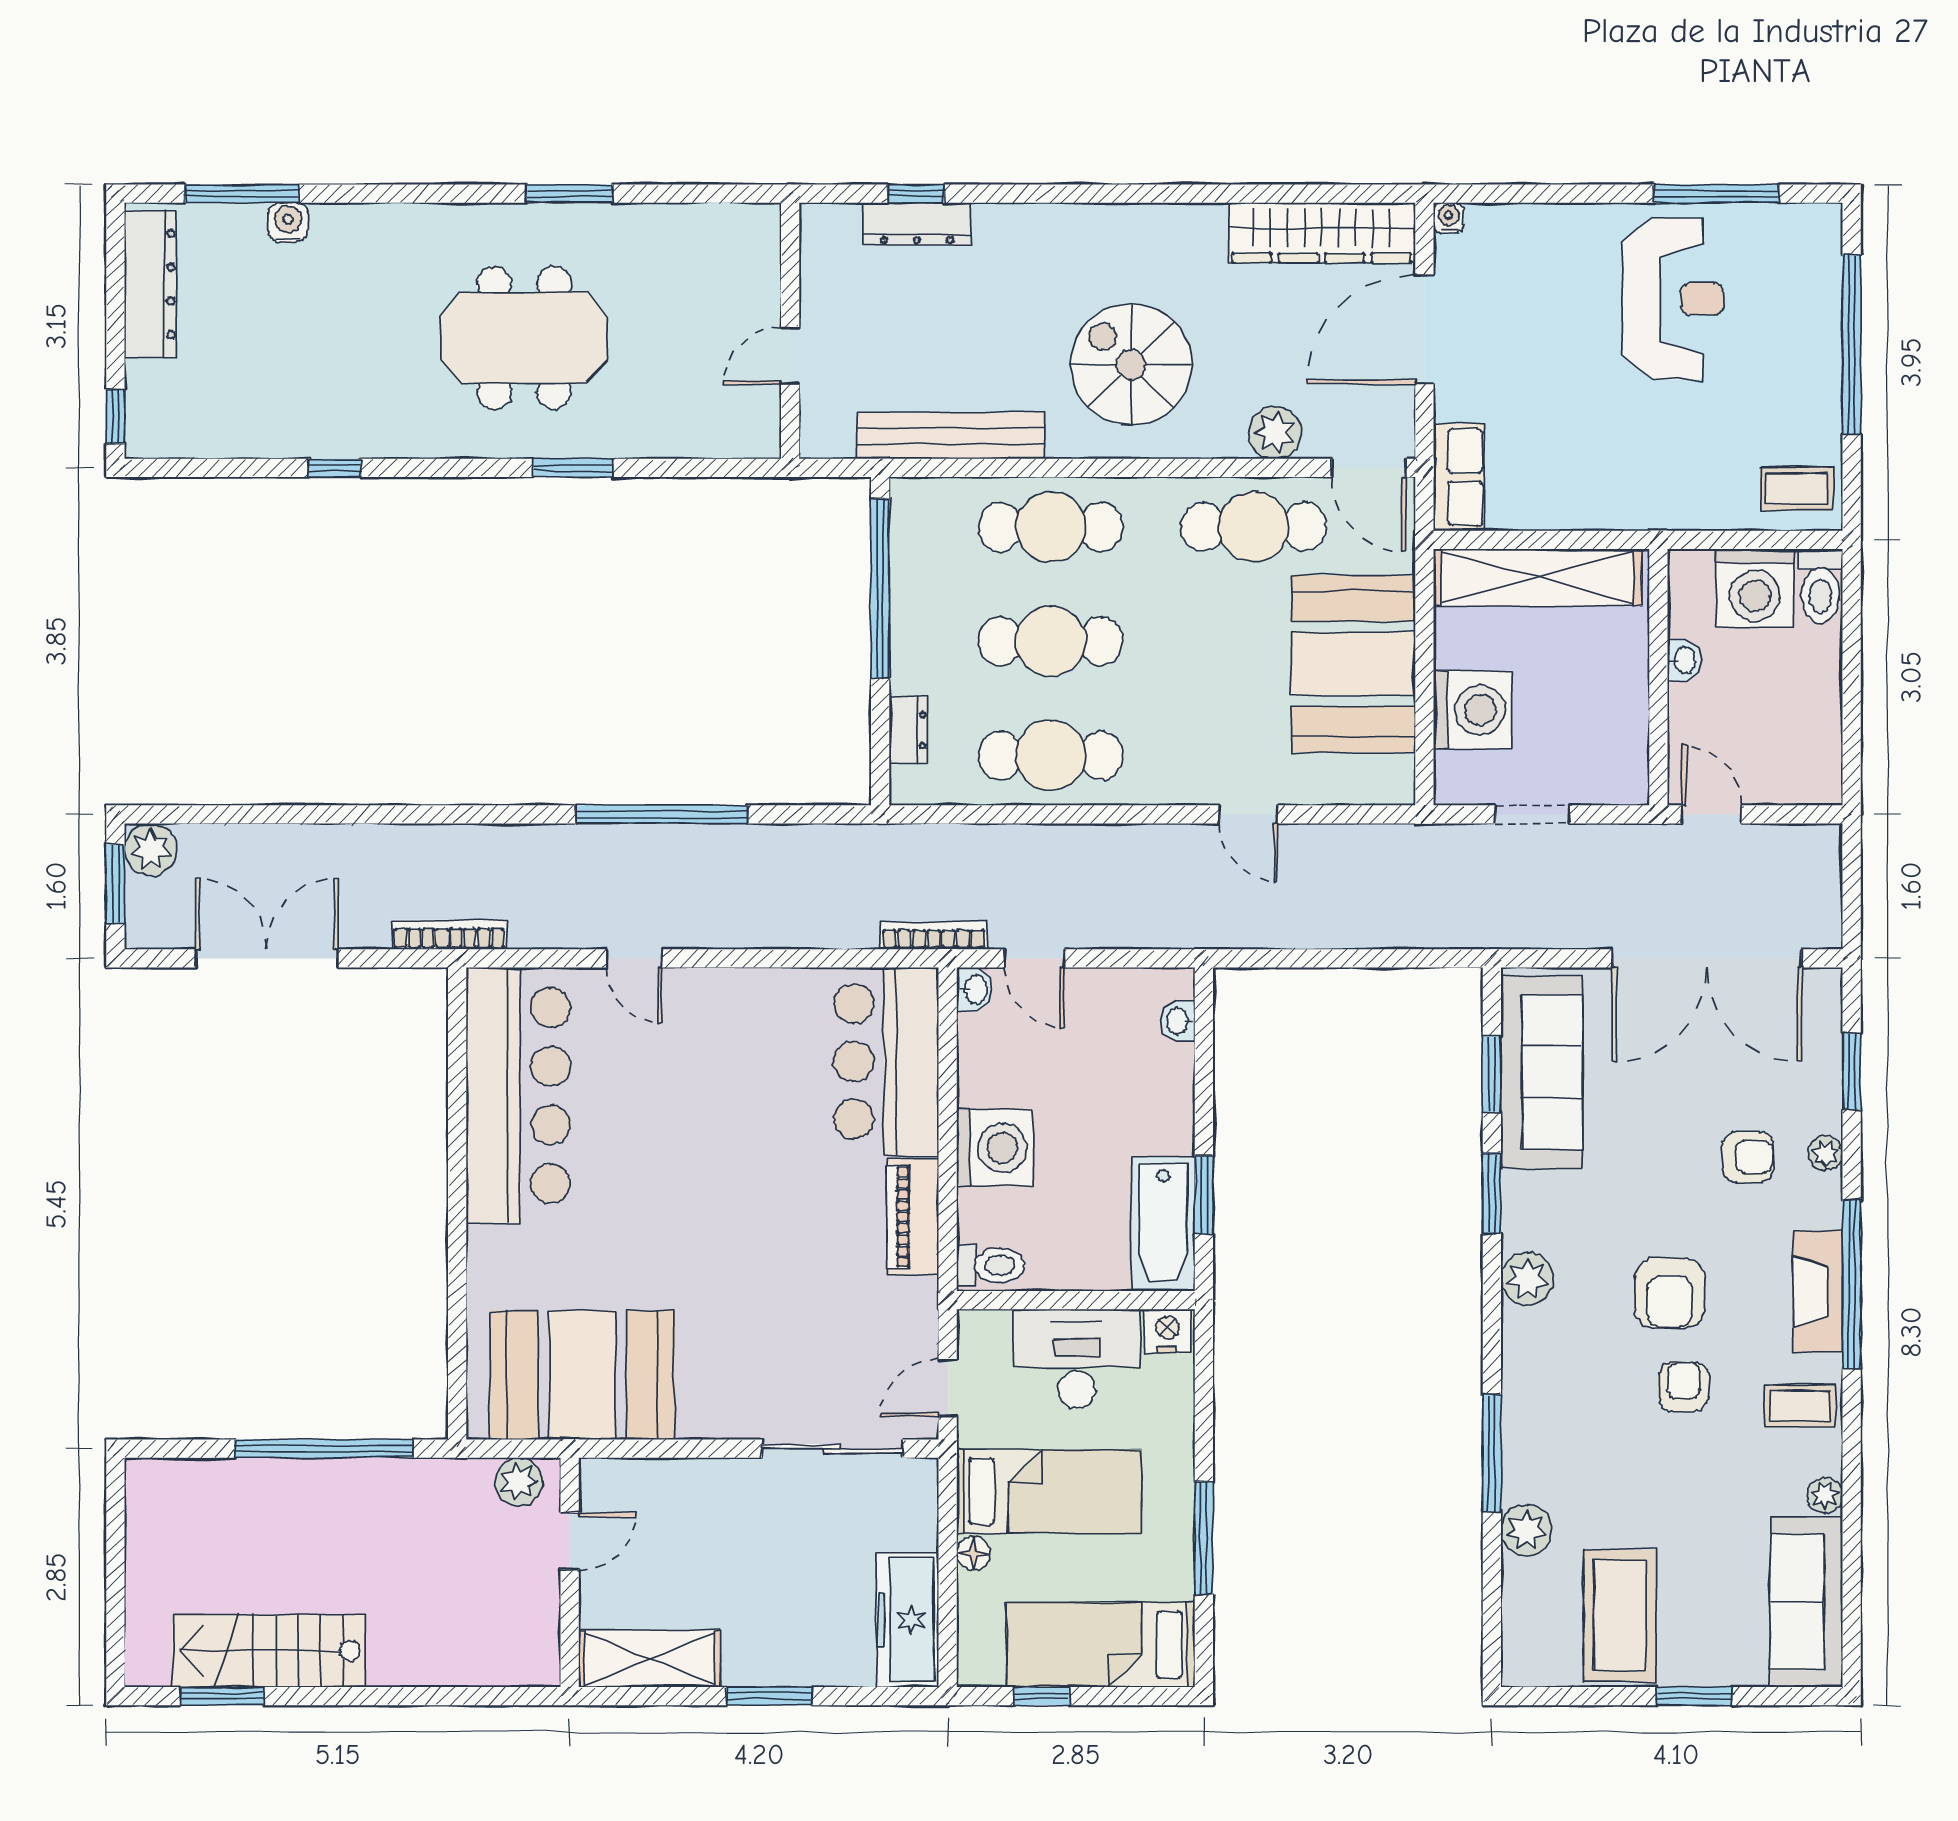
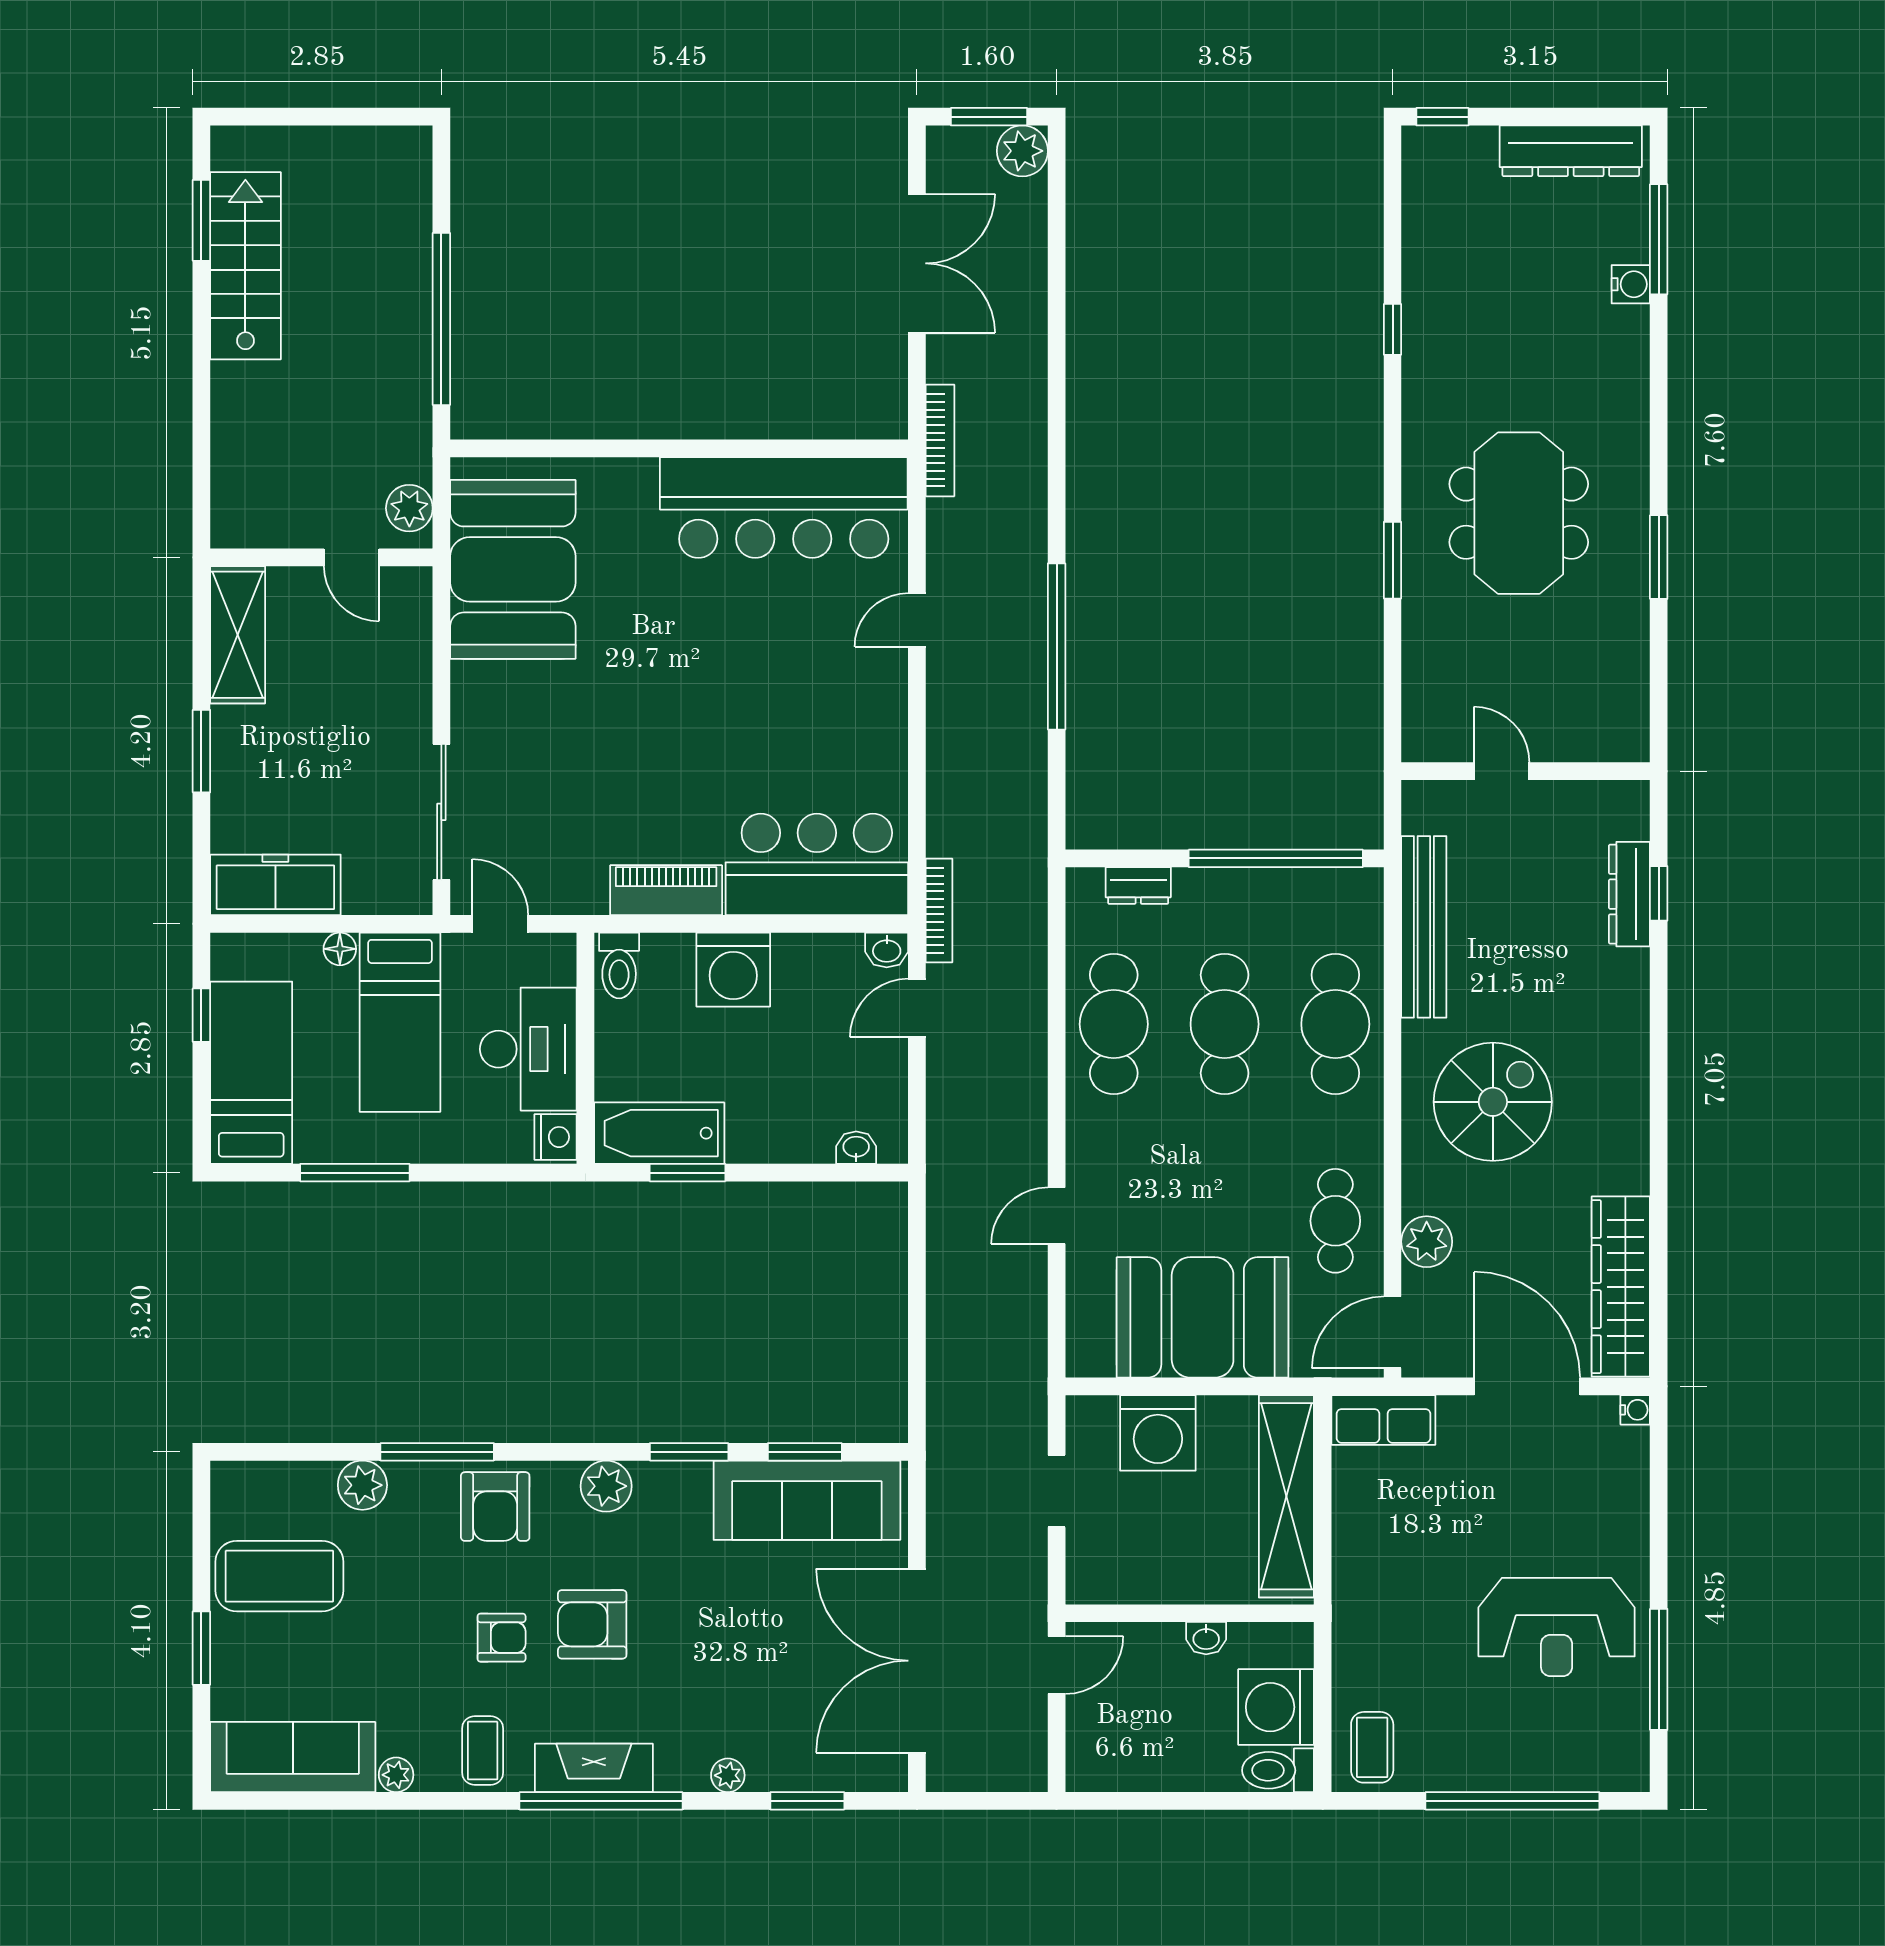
cafe table: (1254, 527) -> (1335, 1221), width x0.73, depth x0.74
armchair: (1748, 1157) -> (495, 1507), moved, width x1.38, depth x1.38

